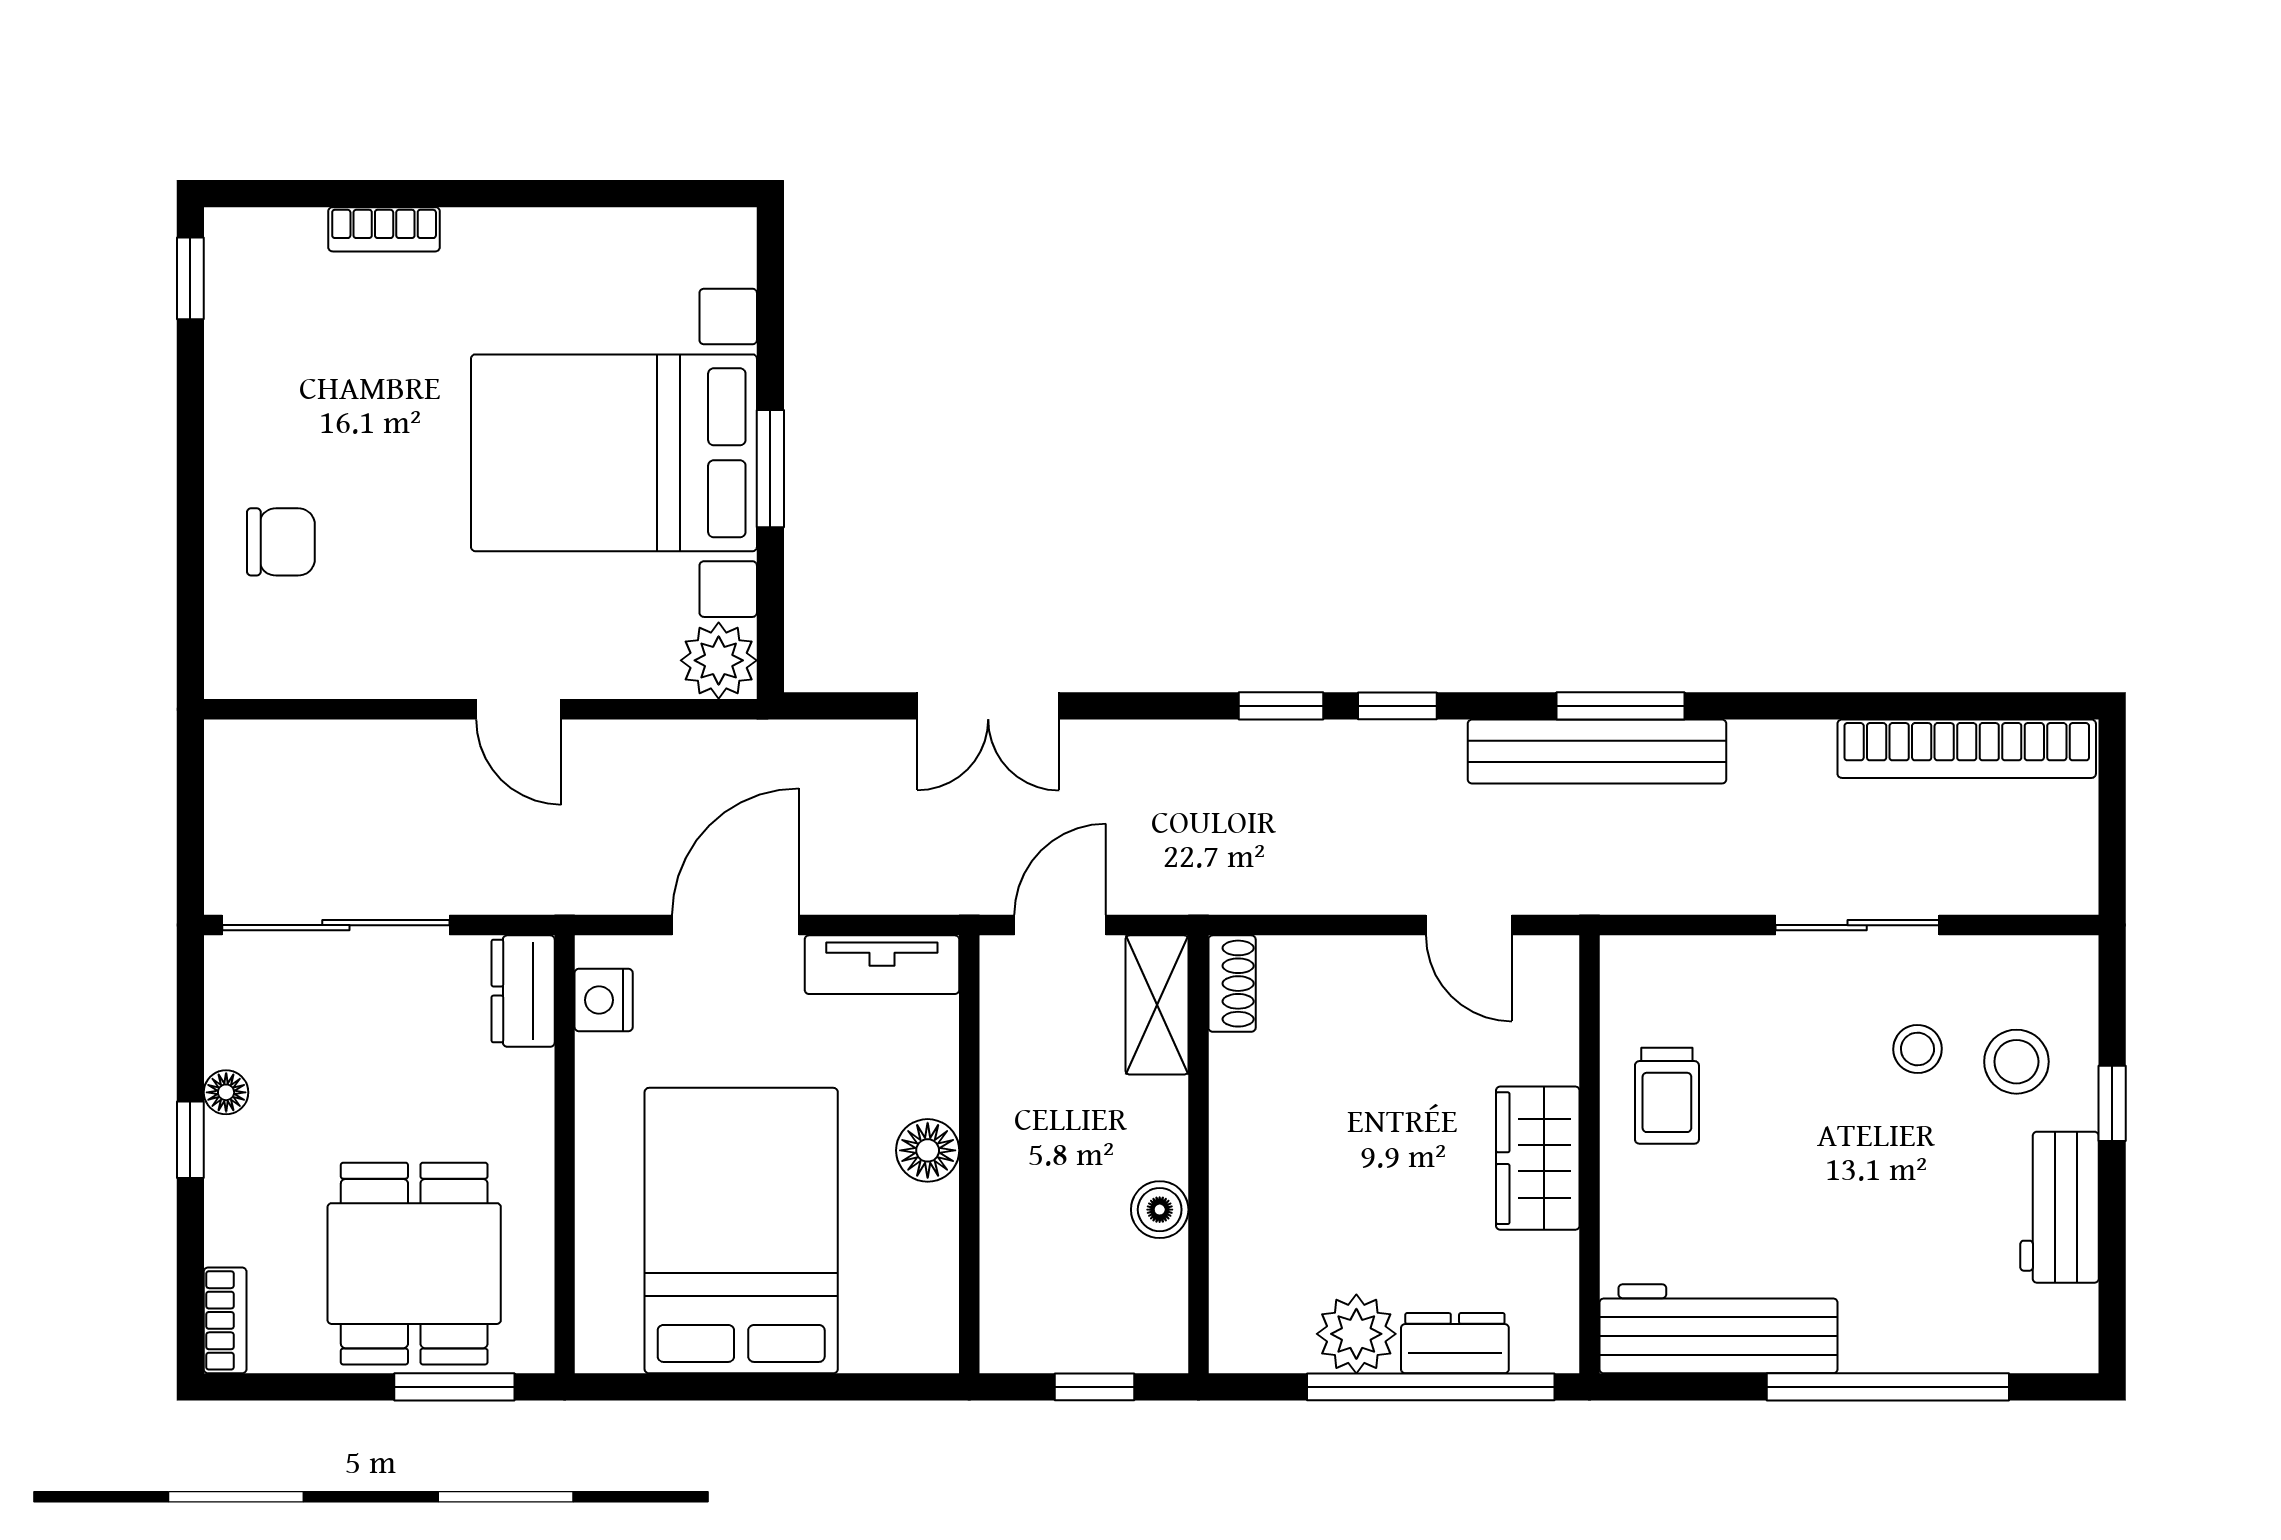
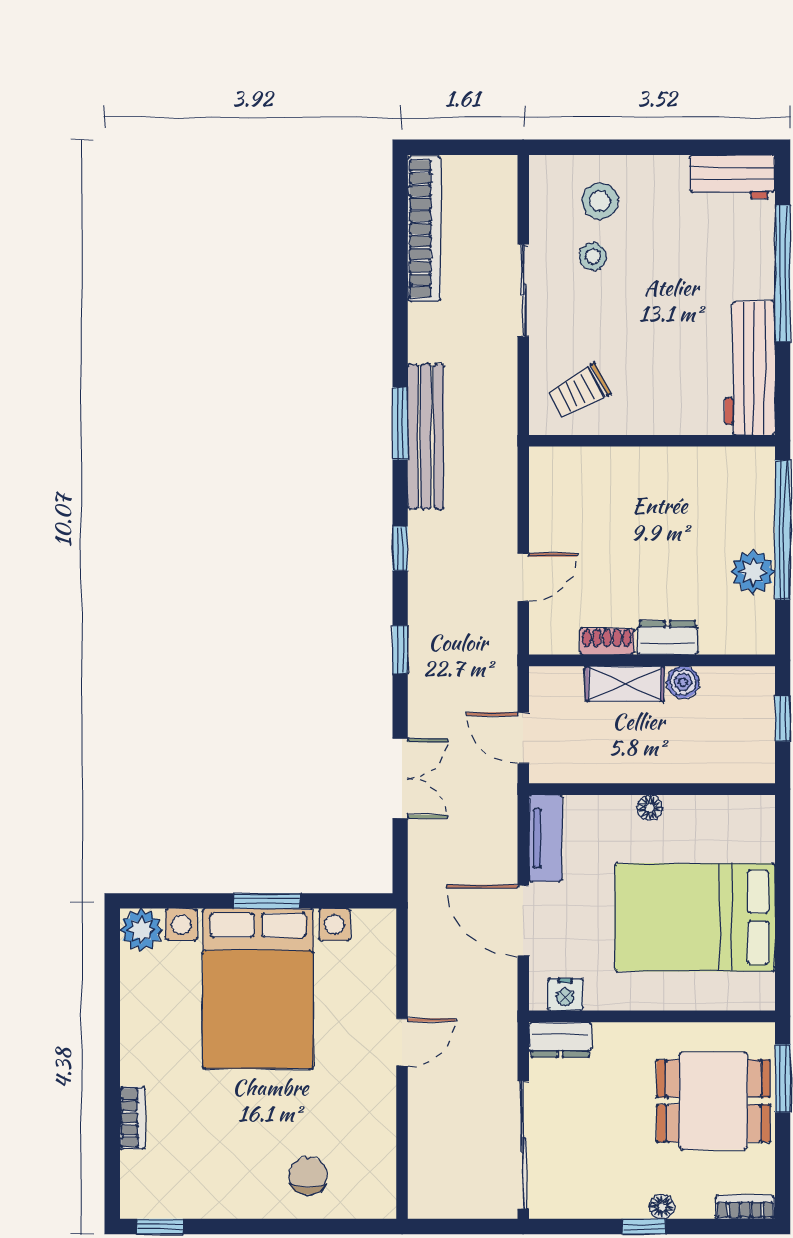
plant: (719, 660) -> (141, 930), moved
window: (1281, 706) -> (400, 649), moved
door: (1469, 925) -> (523, 577), moved
shoe rack: (1232, 984) -> (607, 642), moved
shelving: (1157, 1005) -> (625, 684), moved
floor lamp: (226, 1092) -> (662, 1207), moved
trolley: (1667, 1096) -> (579, 391), moved, turned 152
window: (2112, 1103) -> (623, 147), removed
floor lamp: (928, 1150) -> (650, 808), width x0.73, depth x0.73
wardrobe: (1538, 1158) -> (654, 470), removed
workbench: (2059, 1207) -> (732, 177), moved
dresser: (1455, 1343) -> (667, 638), moved, turned 90

